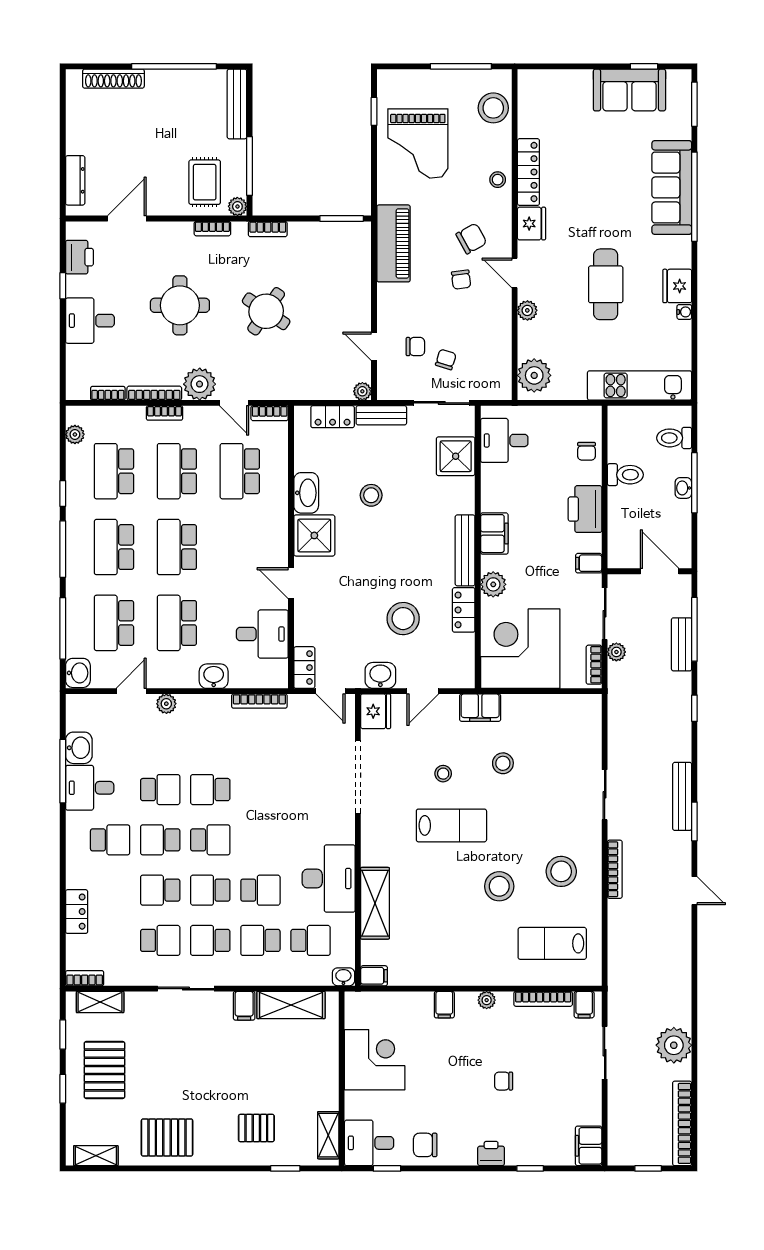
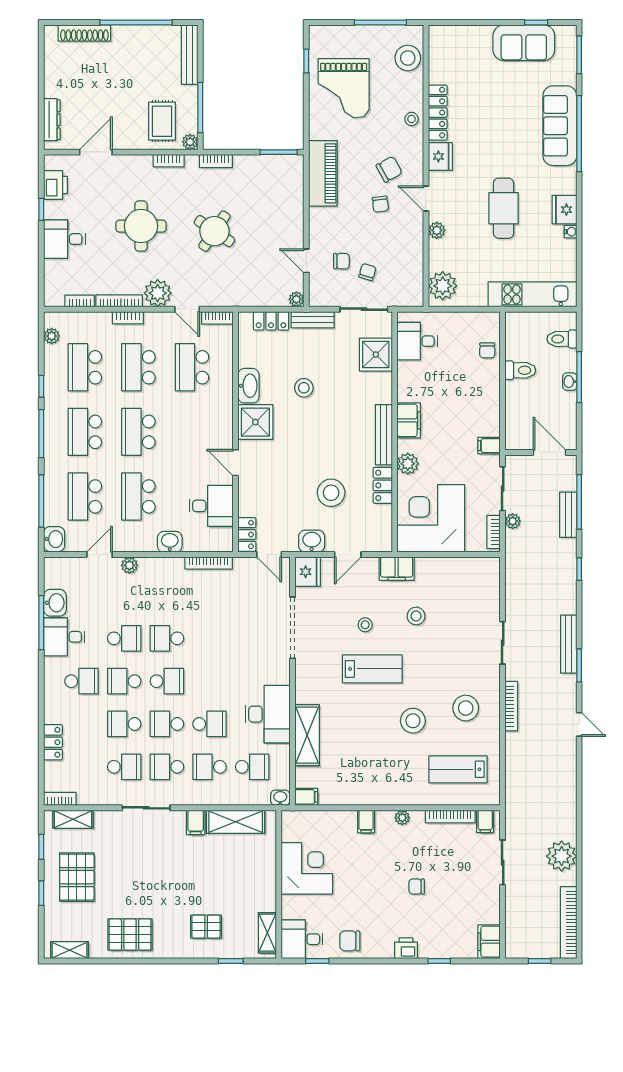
printer: (585, 509) -> (486, 400), removed

